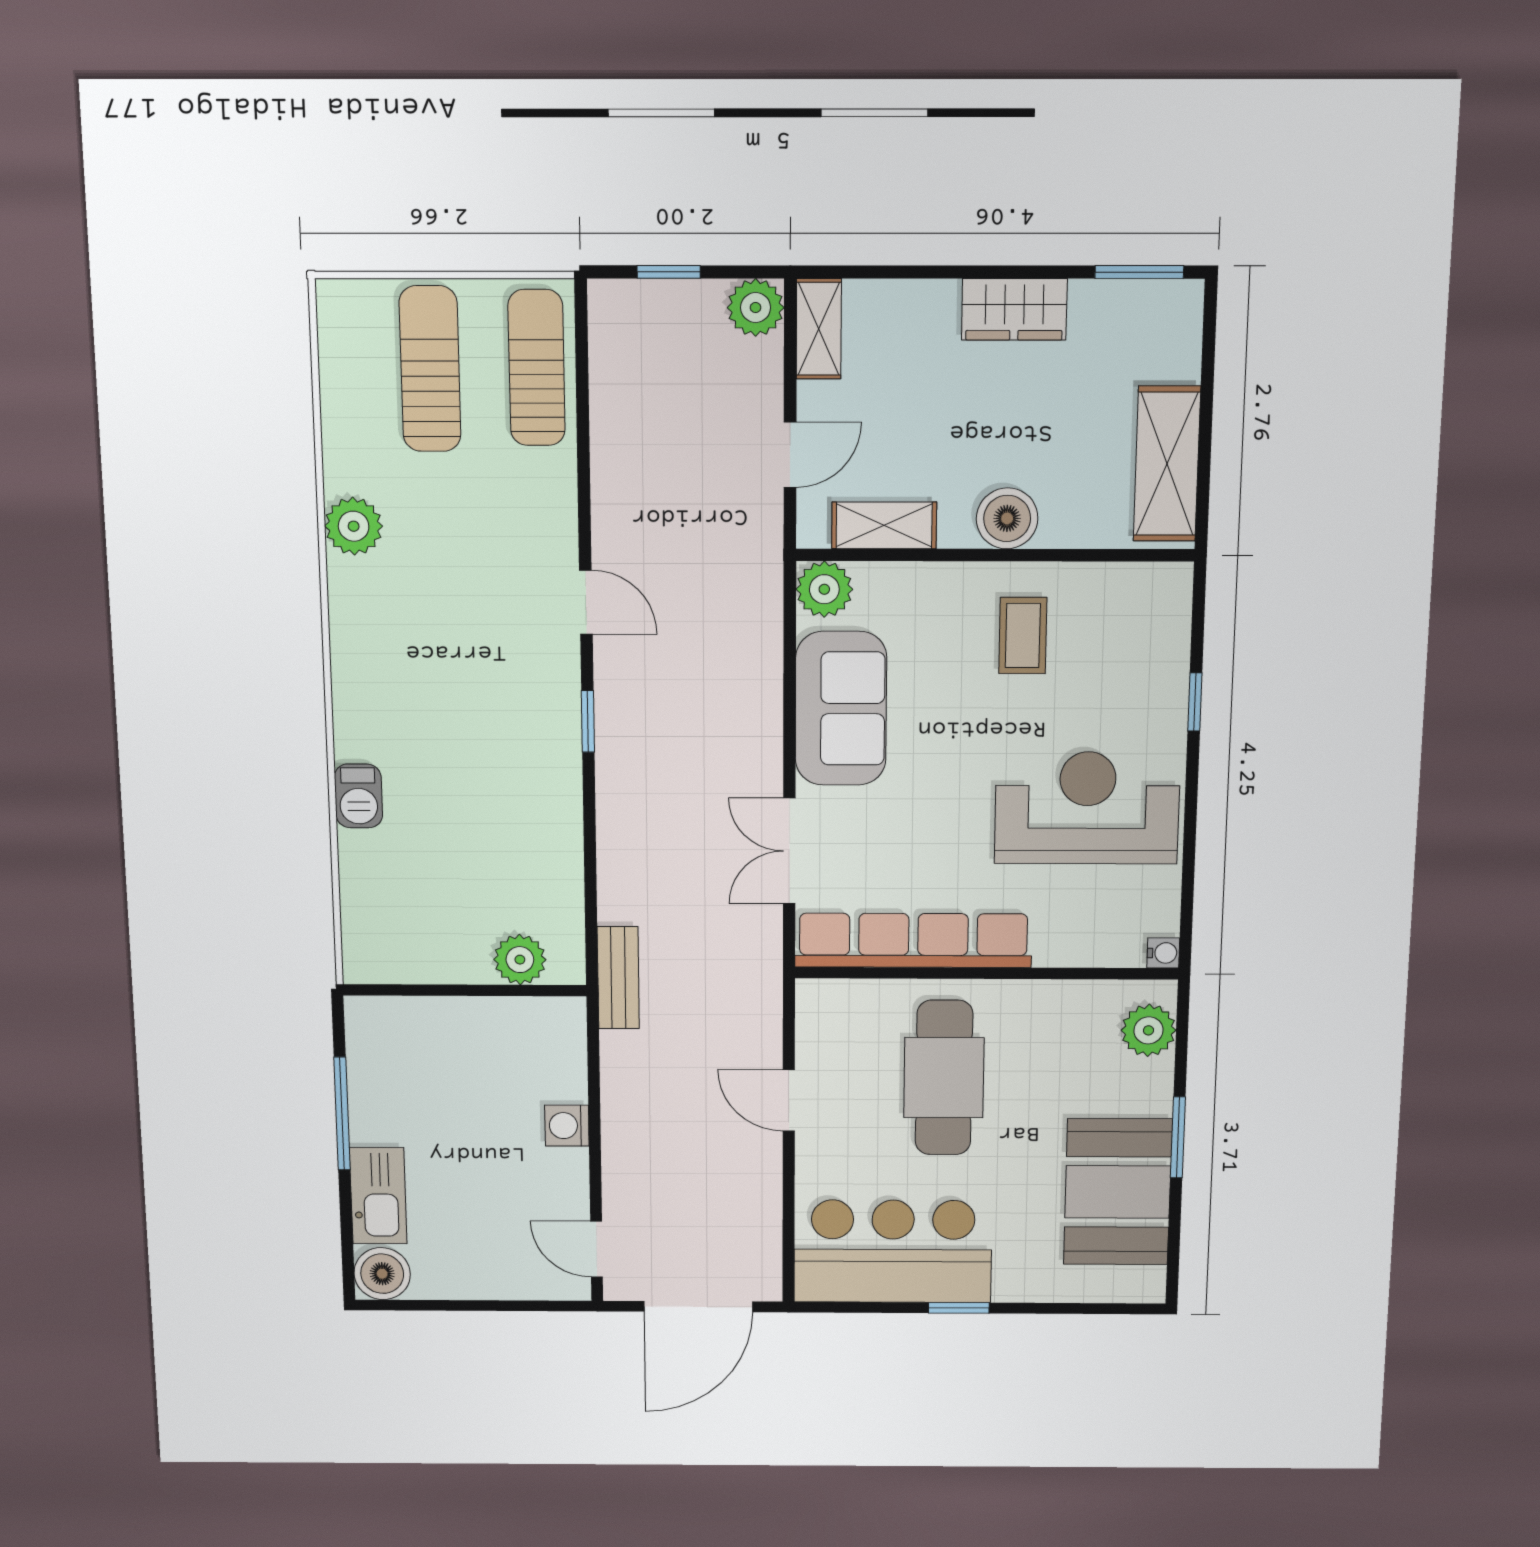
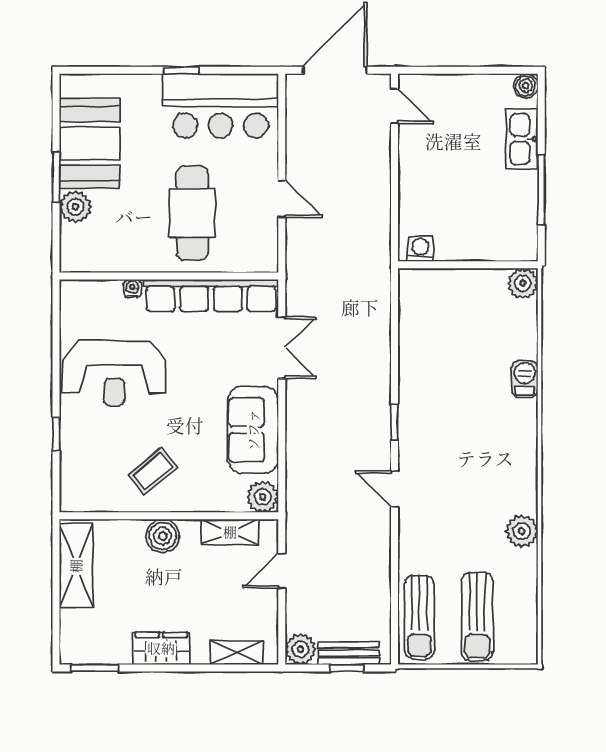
shelving: (819, 329) -> (237, 653), moved, turned 90
coffee table: (1023, 636) -> (153, 471), turned 50
water cooler: (1163, 953) -> (132, 288), moved, turned 90
plant: (520, 960) -> (523, 283), moved
bench: (618, 978) -> (349, 653), moved, turned 90
plant: (1148, 1030) -> (75, 207), moved
washing machine: (567, 1126) -> (420, 249), moved, turned -90
boiler: (382, 1274) -> (526, 86), width x0.73, depth x0.73

